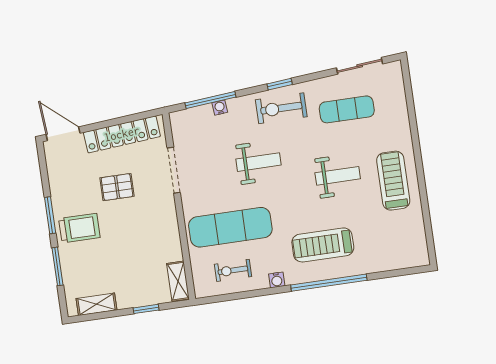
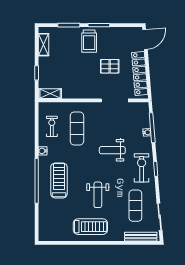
bench: (398, 93) -> (141, 237), added
weight bench: (259, 162) -> (112, 150), turned 90
pallet: (117, 187) -> (110, 66), turned 90
exercise mat: (230, 227) -> (77, 128), width x0.73, depth x0.69

